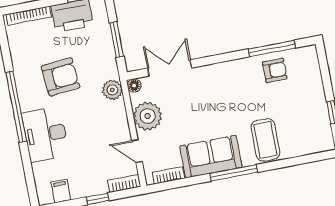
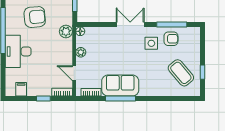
double door: (170, 68) -> (130, 25), moved
side table: (246, 83) -> (151, 43), added
plant: (148, 116) -> (81, 52), width x0.53, depth x0.53
coffee table: (265, 140) -> (181, 73), moved, turned -40
window: (234, 173) -> (120, 99), moved

